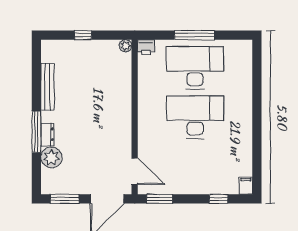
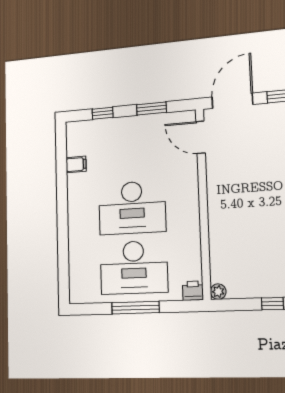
filing cabinet: (246, 186) -> (76, 164), moved, turned -90
window: (159, 199) -> (151, 109), moved

